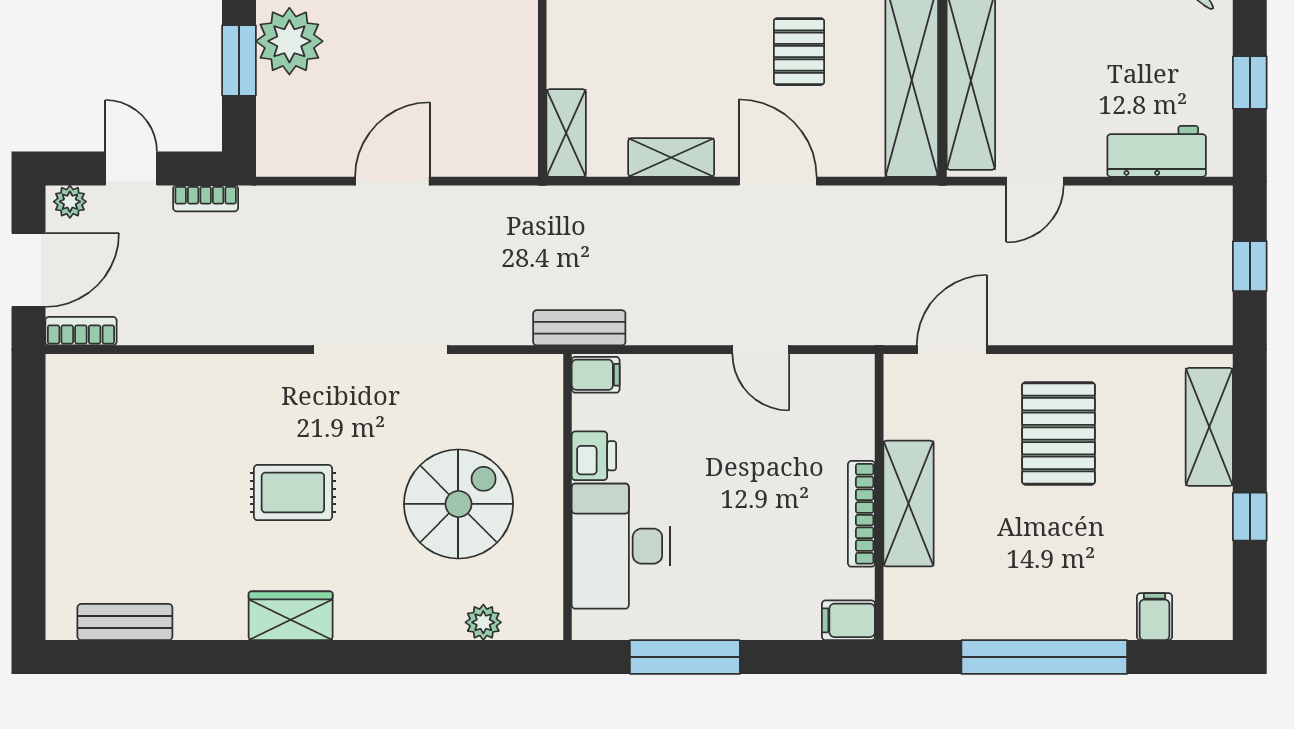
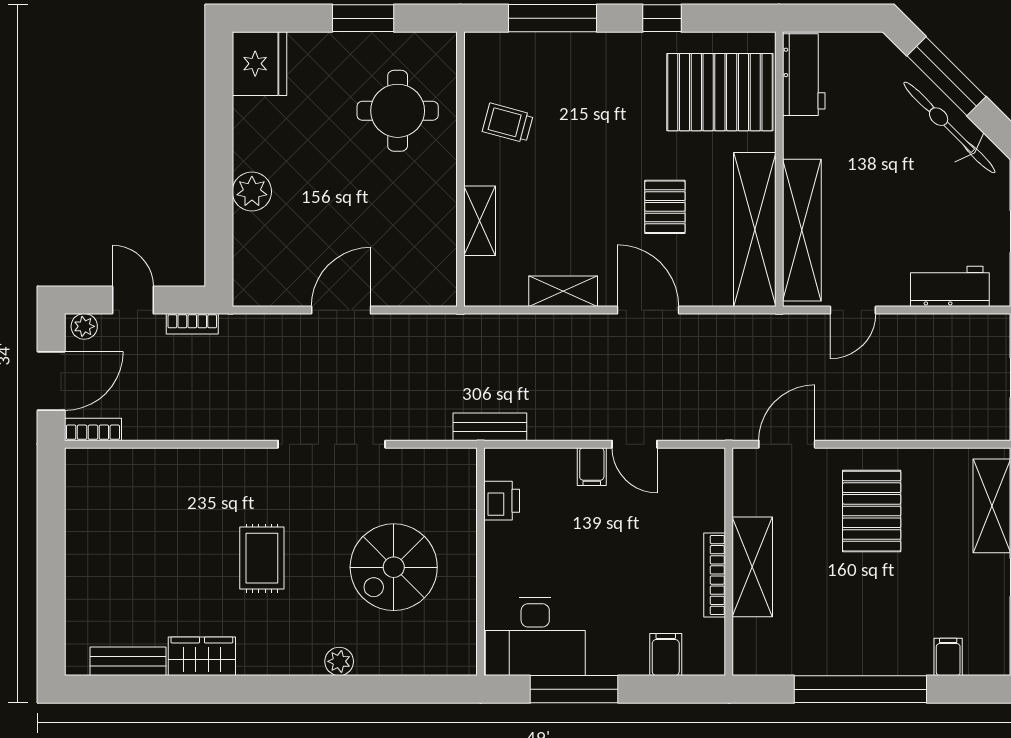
plant: (289, 41) -> (252, 191), width x0.73, depth x0.73
window: (239, 60) -> (219, 214), removed
shelving: (566, 133) -> (480, 221), moved
filing cabinet: (596, 375) -> (592, 467), moved, turned 90
printer: (594, 456) -> (502, 501), moved
rug: (293, 493) -> (262, 558), turned 90
spiral stairs: (458, 504) -> (394, 567), turned 180
desk: (621, 546) -> (535, 637), moved, turned -90
wardrobe: (291, 616) -> (202, 656), moved
filing cabinet: (848, 620) -> (666, 655), moved, turned 90
plant: (483, 622) -> (339, 661), moved

